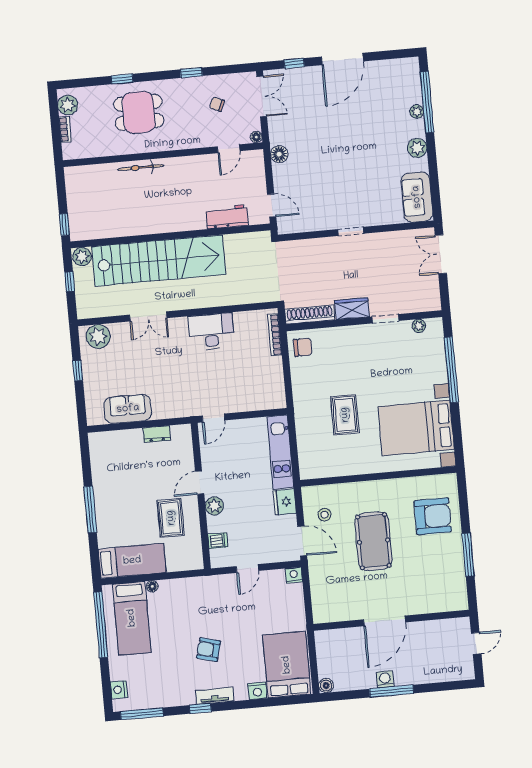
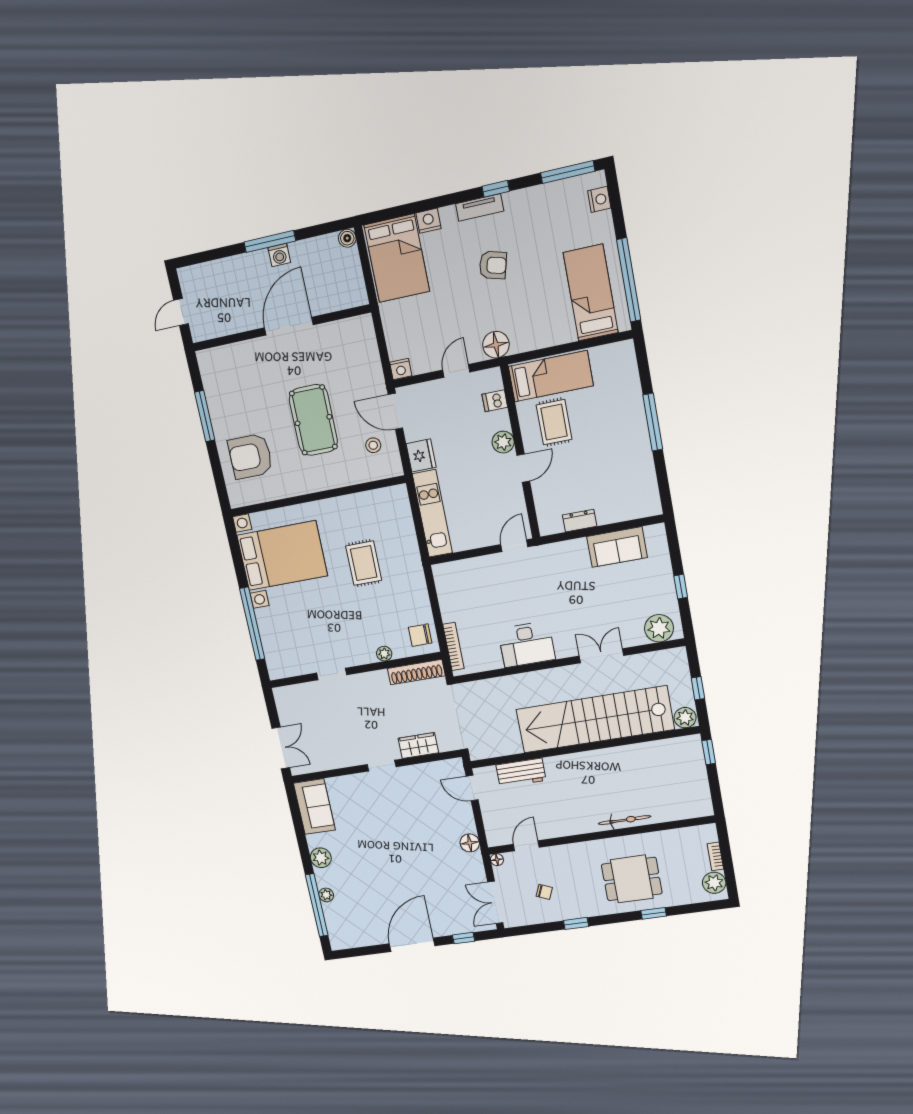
wardrobe: (352, 309) -> (418, 746), moved, turned 180
plant: (419, 326) -> (384, 654), moved
bed: (132, 561) -> (551, 376), moved, turned 180
floor lamp: (152, 586) -> (496, 345), moved, width x1.89, depth x1.89

